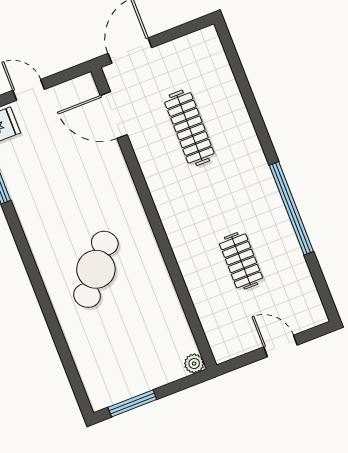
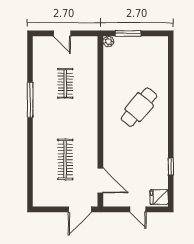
window: (291, 208) -> (30, 100), width x0.68
window: (132, 403) -> (128, 33), moved

